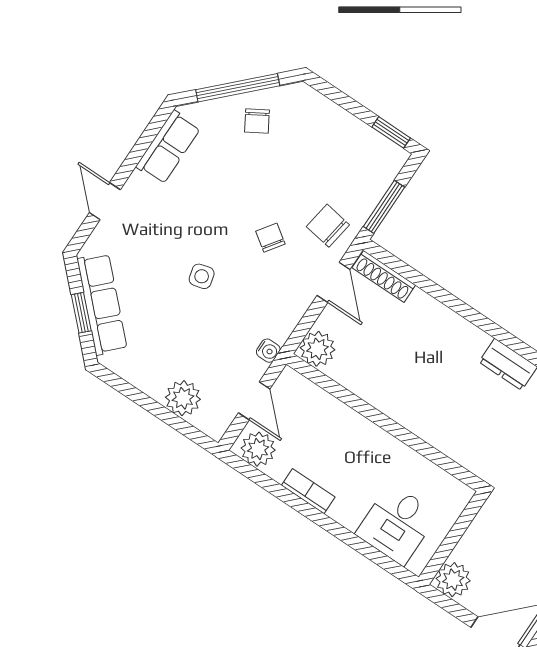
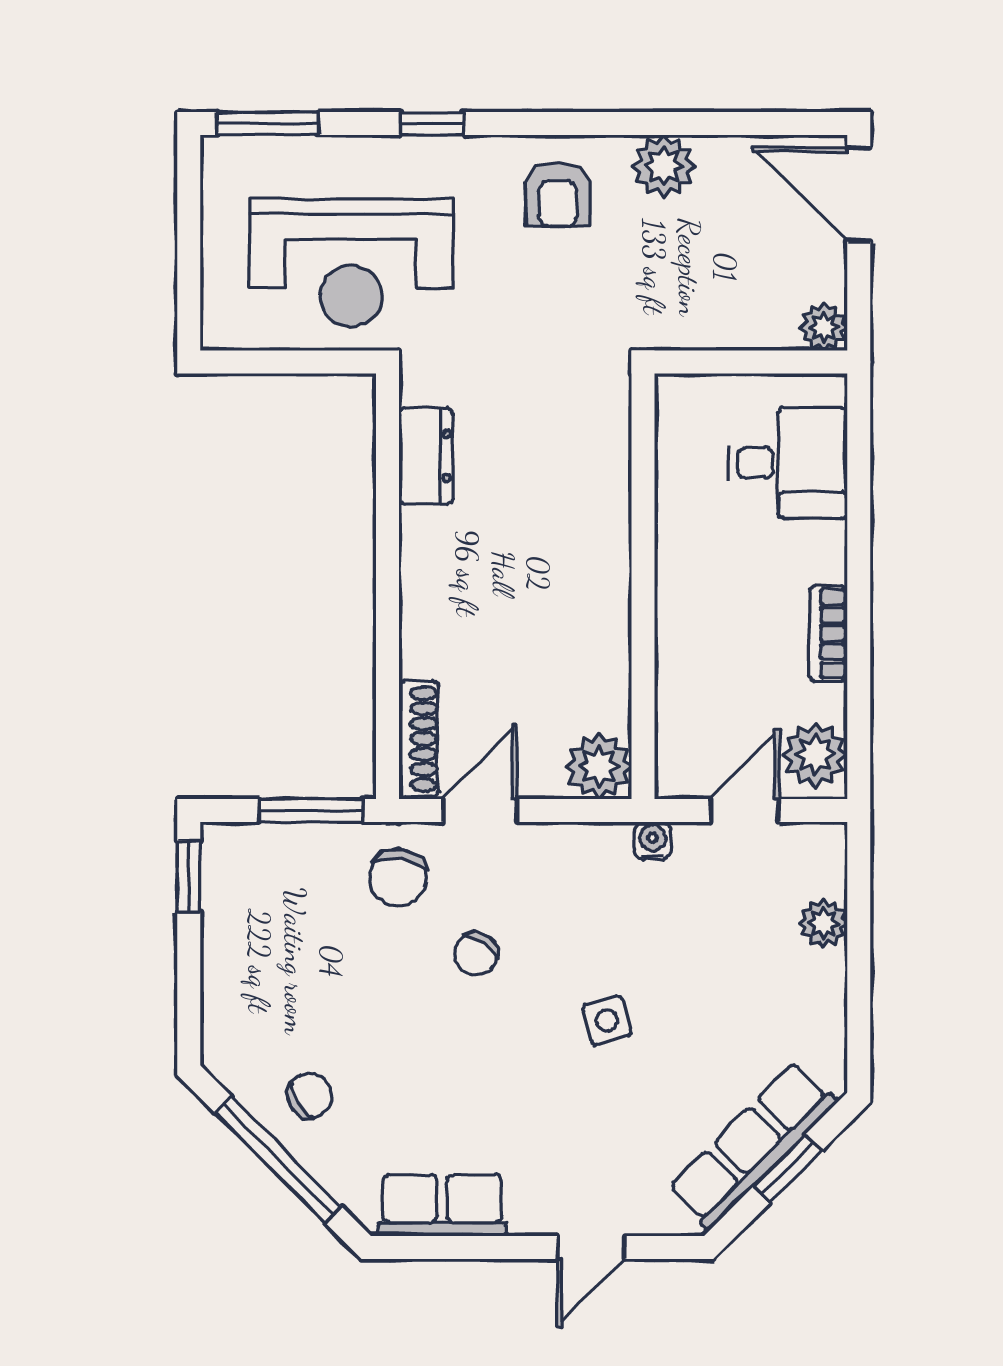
plant: (183, 398) -> (823, 923), width x0.73, depth x0.73
plant: (453, 580) -> (824, 327), width x0.73, depth x0.73

